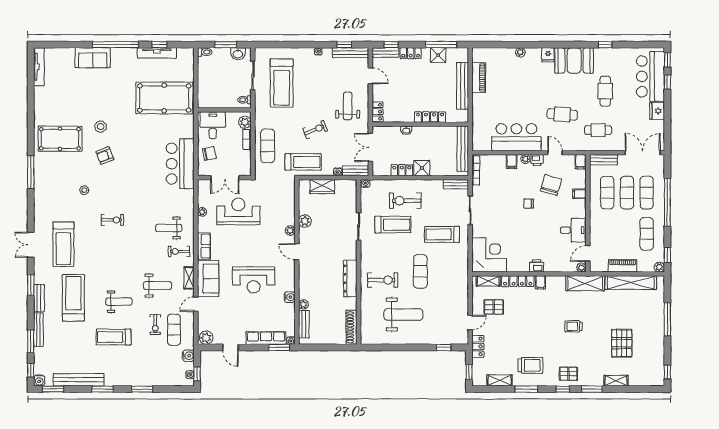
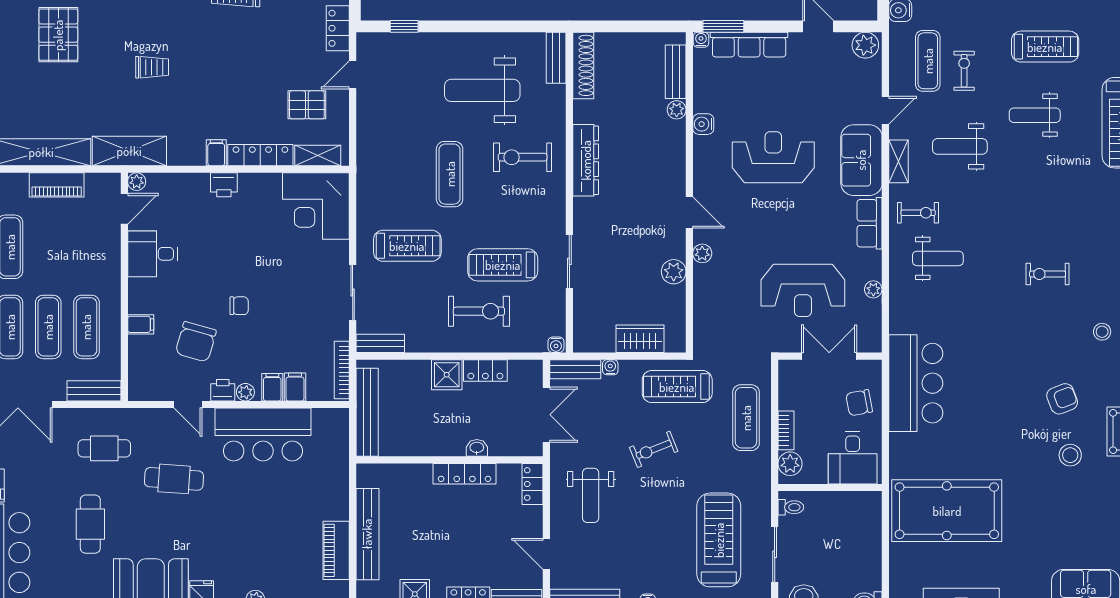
locker: (430, 117) -> (465, 474), moved
filing cabinet: (581, 162) -> (295, 387), moved
bench: (365, 331) -> (556, 58), added

